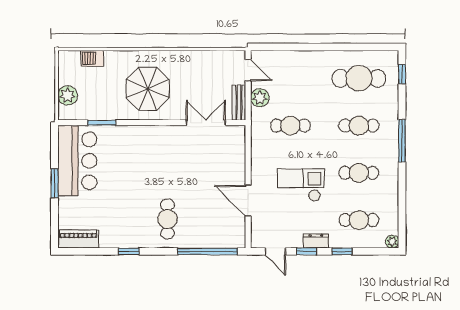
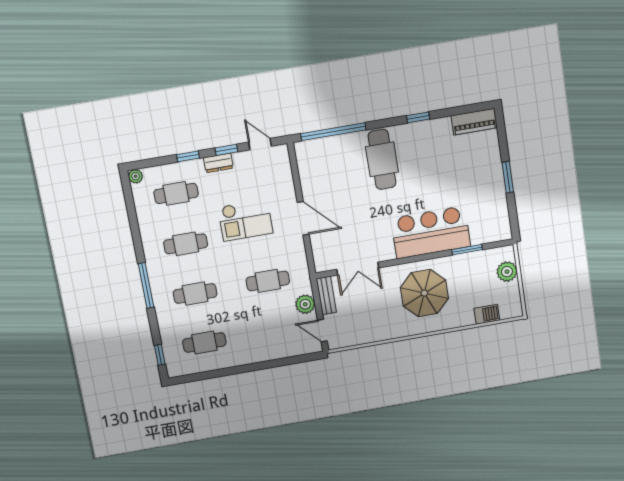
cafe table: (359, 78) -> (204, 342), width x0.73, depth x0.74
bar counter: (77, 161) -> (431, 232), moved, turned 90
door: (248, 201) -> (303, 218), moved
cafe table: (167, 219) -> (382, 159), width x1.37, depth x1.35

